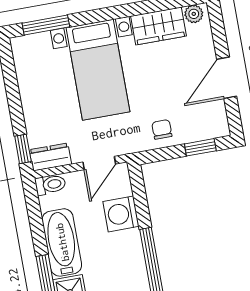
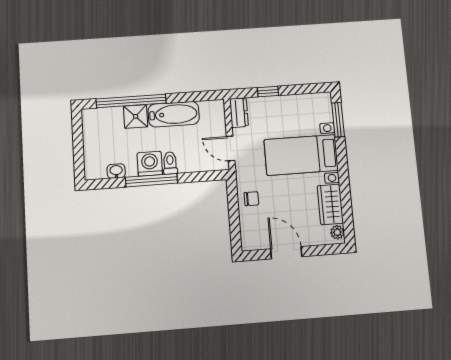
window: (200, 147) -> (235, 227), removed
window: (23, 149) -> (268, 92), moved
toilet: (50, 185) -> (170, 163), moved, turned 180
washing machine: (121, 214) -> (150, 164), moved

